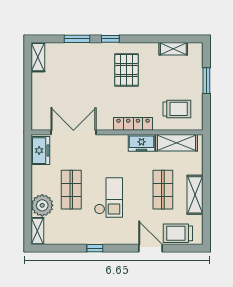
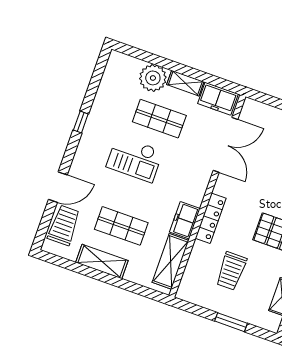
trolley: (177, 109) -> (231, 271), moved
shelving: (37, 231) -> (185, 83), moved

